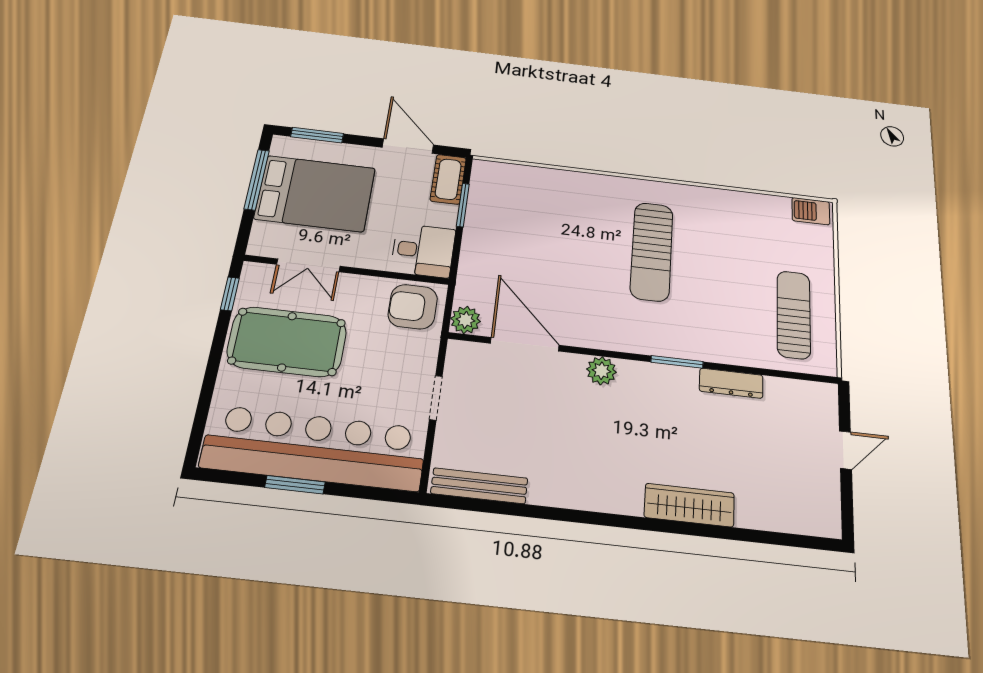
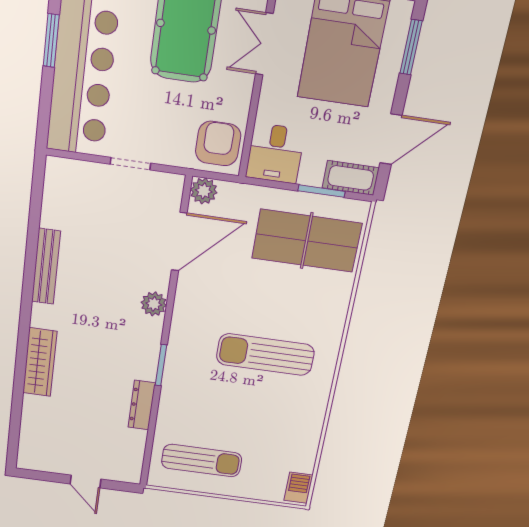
table tennis table: (517, 216) -> (307, 241), added
bench: (479, 486) -> (46, 266), moved

